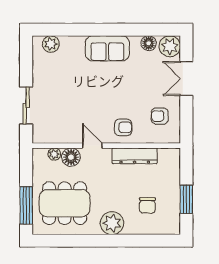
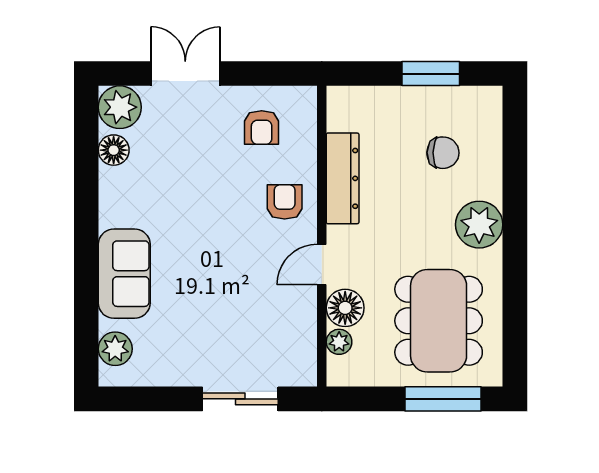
sofa: (107, 48) -> (124, 274), moved
double door: (186, 79) -> (185, 74), swing flipped

